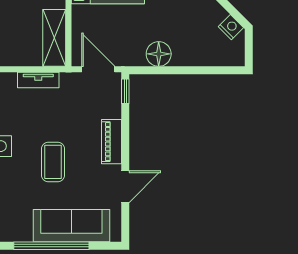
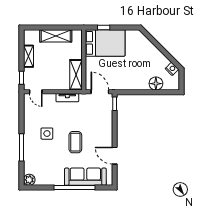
floor lamp: (159, 54) -> (156, 84), moved
piano: (112, 142) -> (107, 131), removed
door: (125, 187) -> (115, 156), swing flipped

